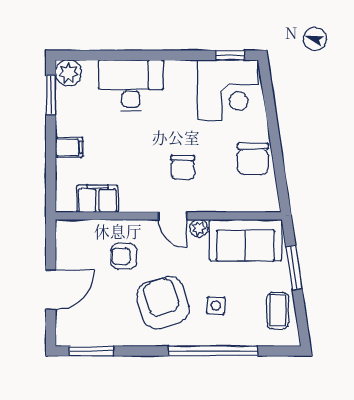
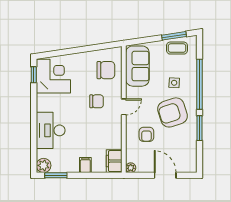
chair: (253, 159) -> (106, 70), moved
filing cabinet: (98, 199) -> (114, 161), moved
plant: (199, 228) -> (131, 168), moved
window: (294, 268) -> (174, 36), moved
window: (92, 351) -> (200, 128), moved

